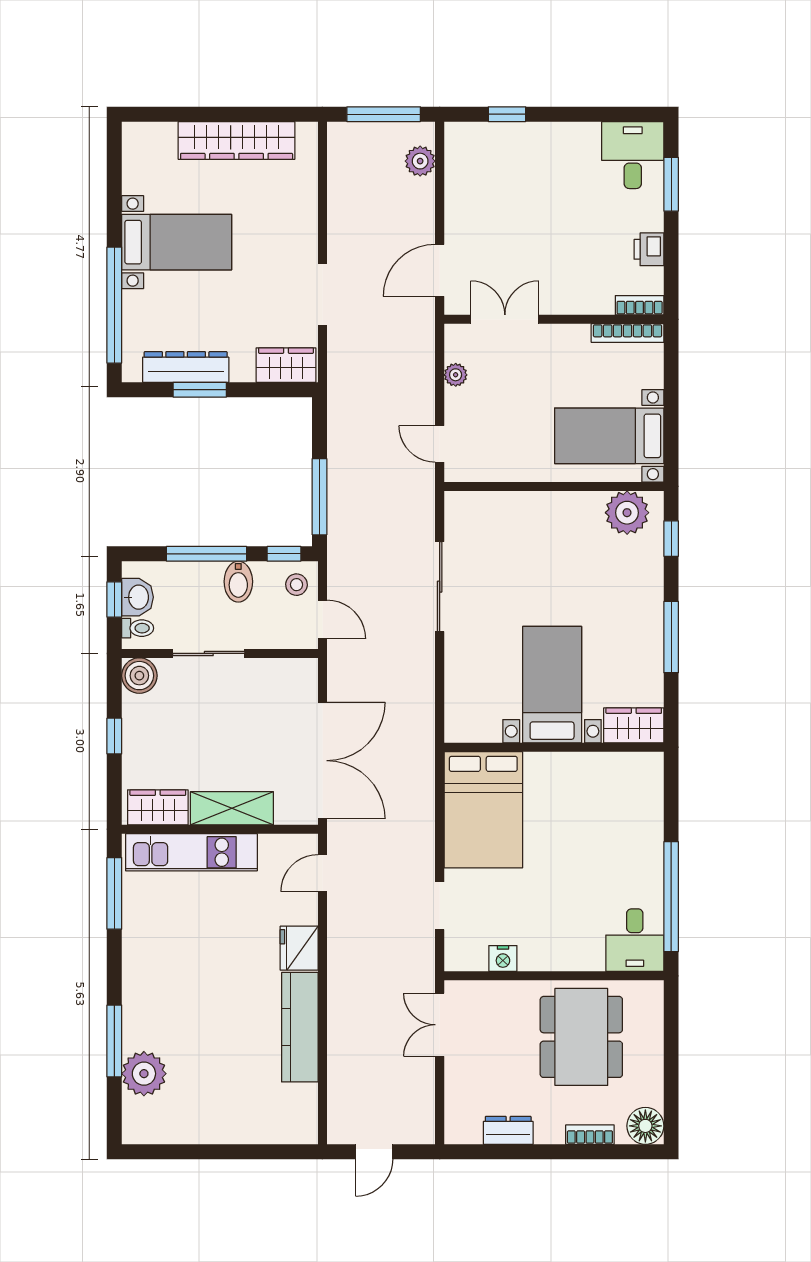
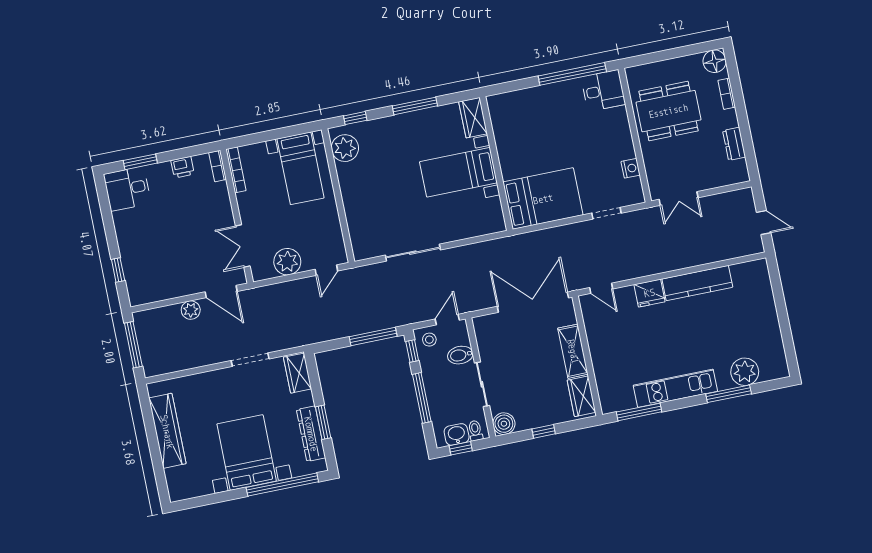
plant: (420, 161) -> (191, 310), moved
bed with nightstands: (177, 242) -> (247, 452), width x1.36
plant: (456, 375) -> (287, 262), width x1.88, depth x1.88
bidet: (238, 582) -> (460, 355), moved, turned 180
kitchen unit: (191, 852) -> (675, 388), moved, turned -90

